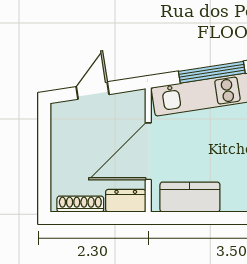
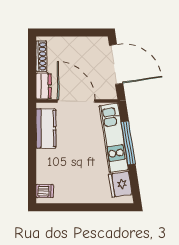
door: (93, 91) -> (116, 64), width x1.87

